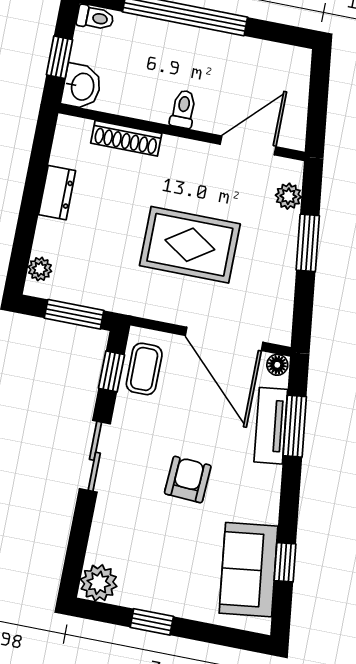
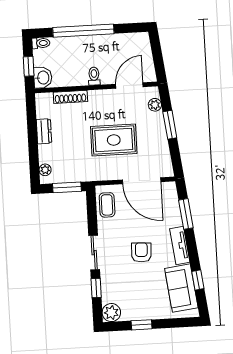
floor lamp: (277, 365) -> (170, 187), removed
window: (112, 371) -> (96, 288), moved
tv unit: (271, 426) -> (180, 246), moved

